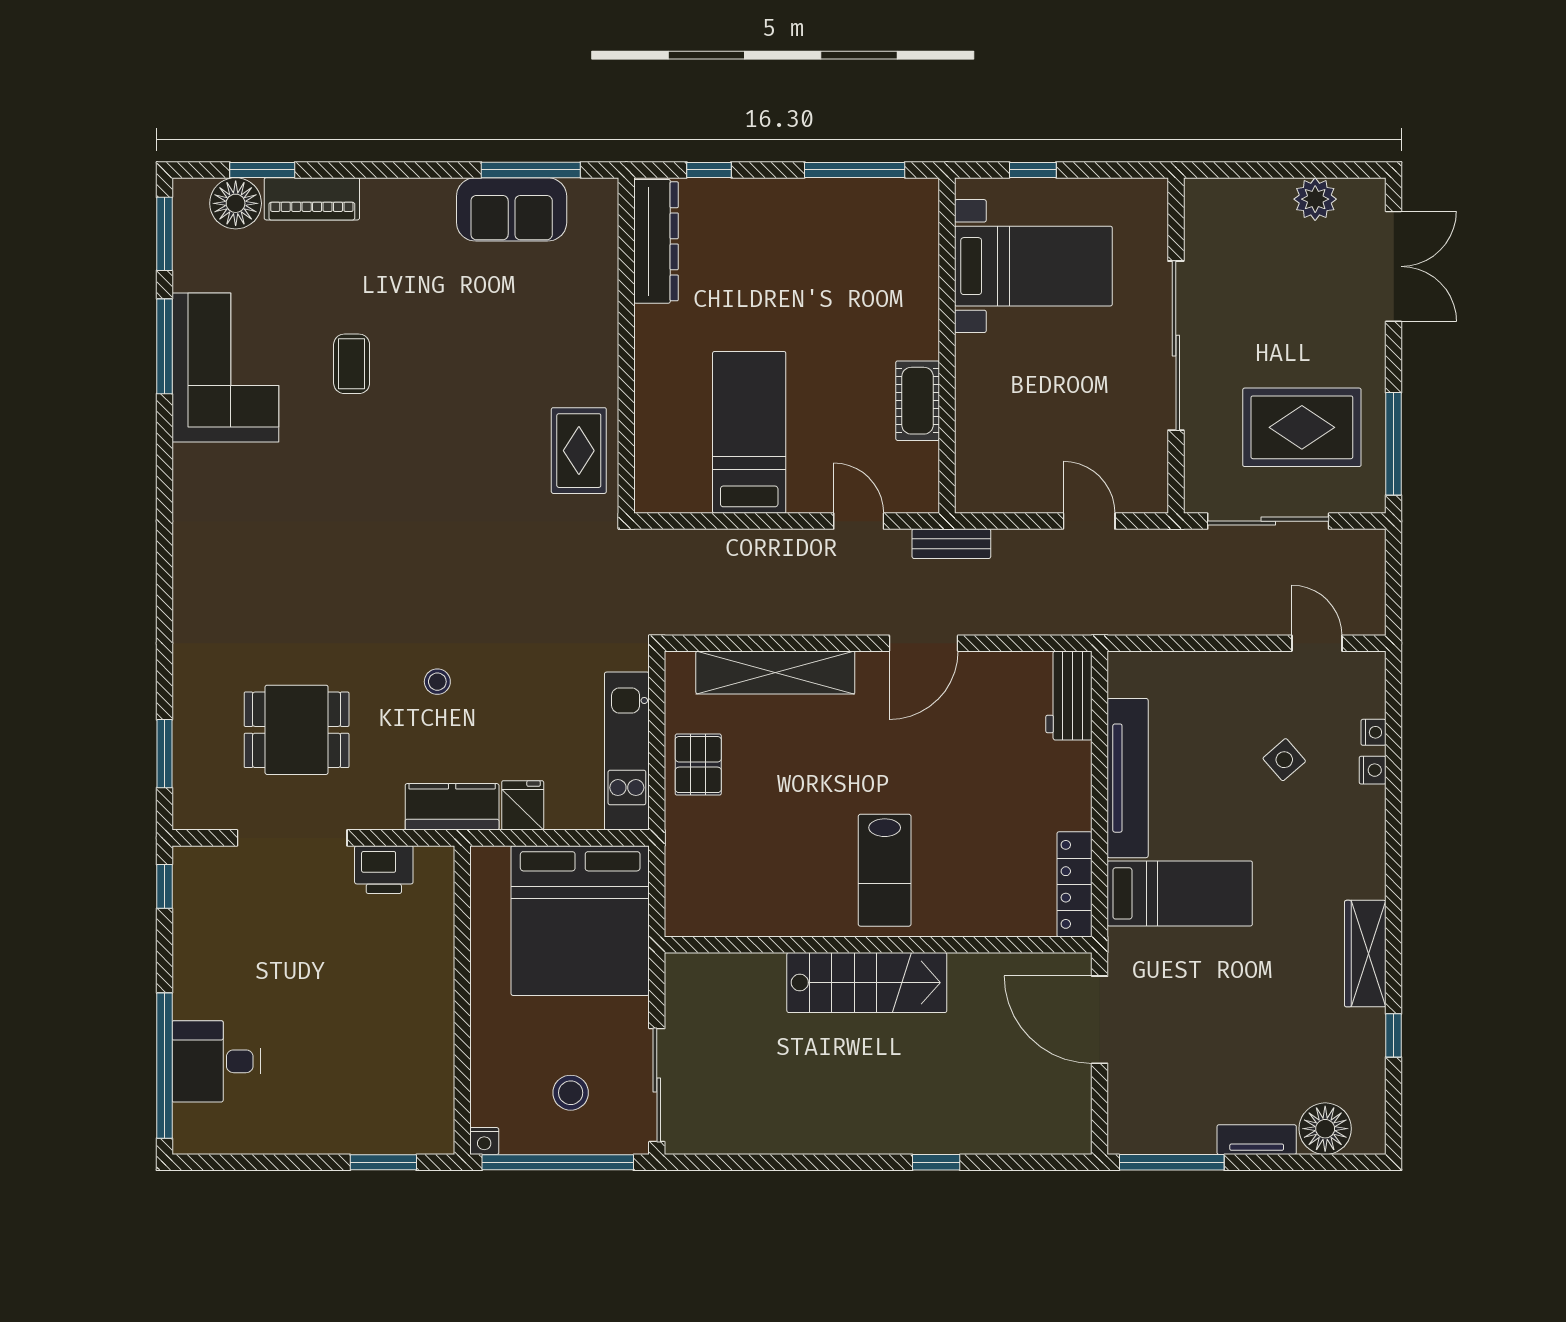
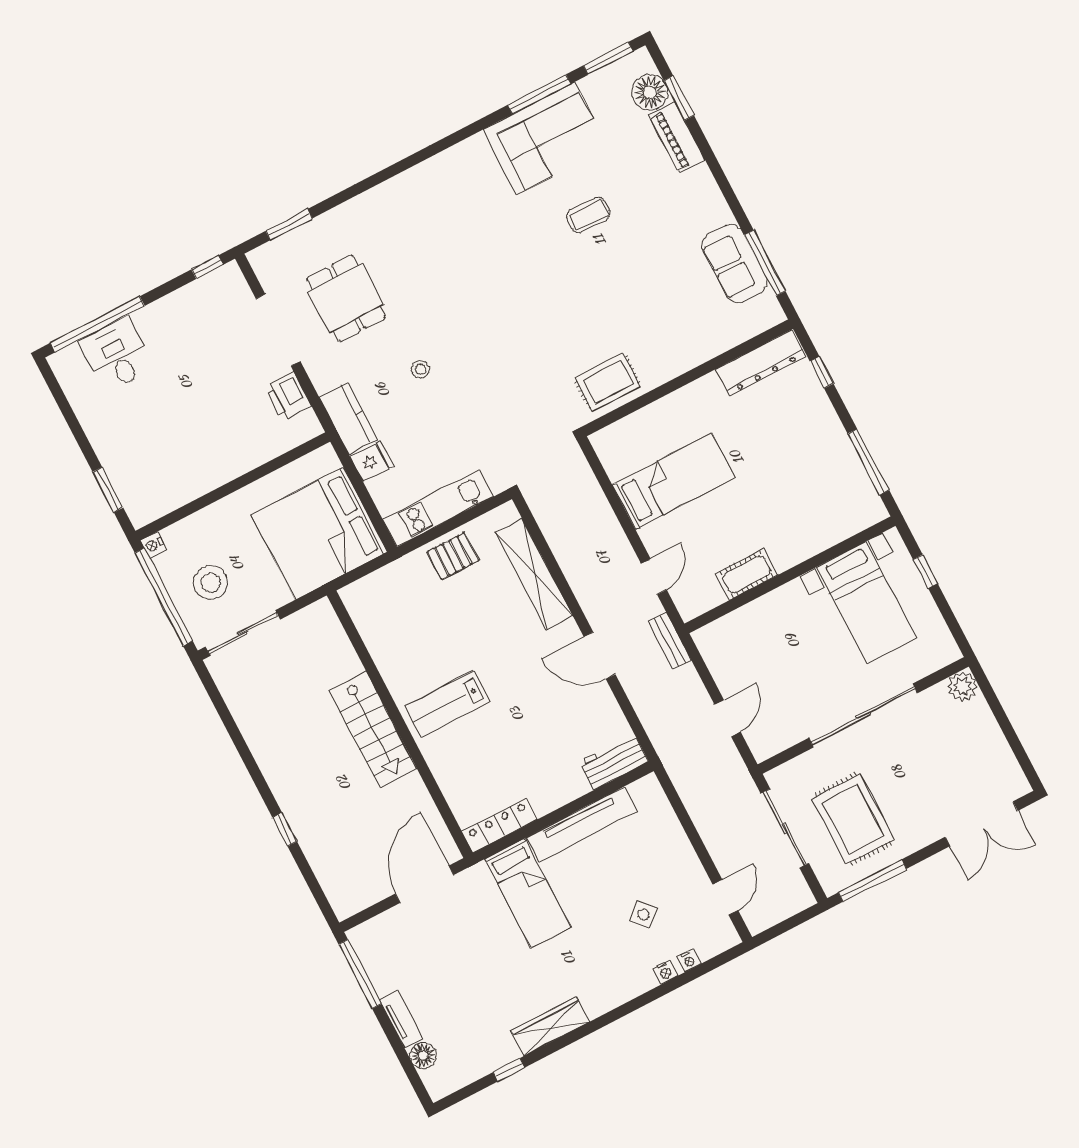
plant: (1315, 199) -> (962, 687), moved
stool: (571, 1093) -> (211, 583), width x1.38, depth x1.38
floor lamp: (1325, 1129) -> (423, 1056), width x0.73, depth x0.73

